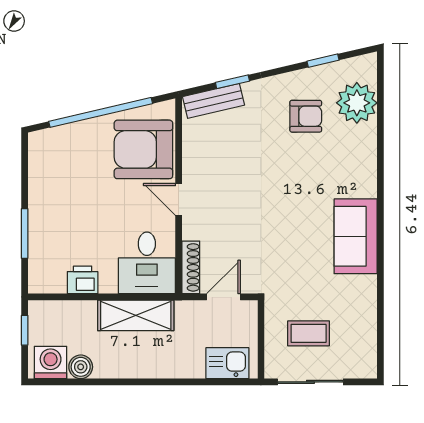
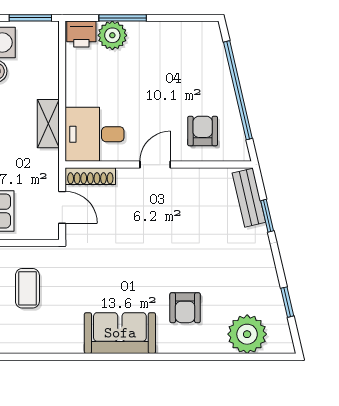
armchair: (306, 116) -> (185, 308), moved
armchair: (143, 149) -> (203, 131), width x0.53, depth x0.53
plant: (43, 244) -> (112, 35), added
printer: (83, 280) -> (81, 34), moved, turned 90
shelving: (136, 315) -> (48, 124), width x0.67, depth x0.75
window: (25, 330) -> (30, 18), width x1.50

